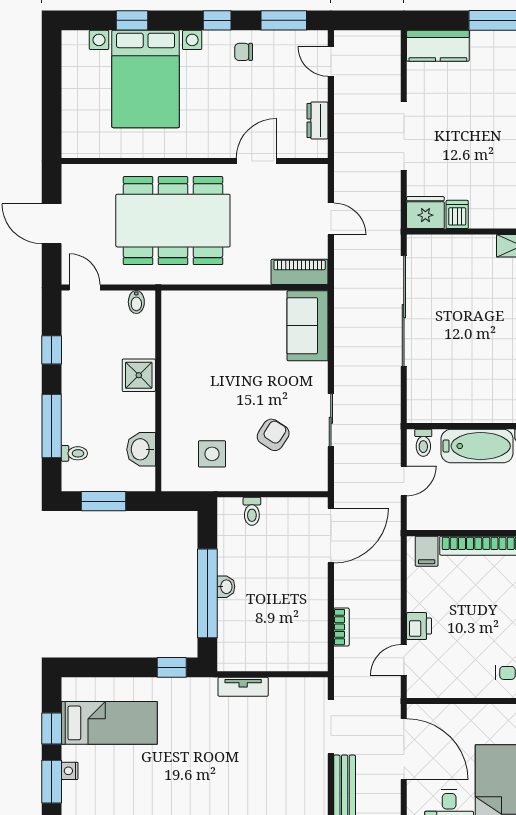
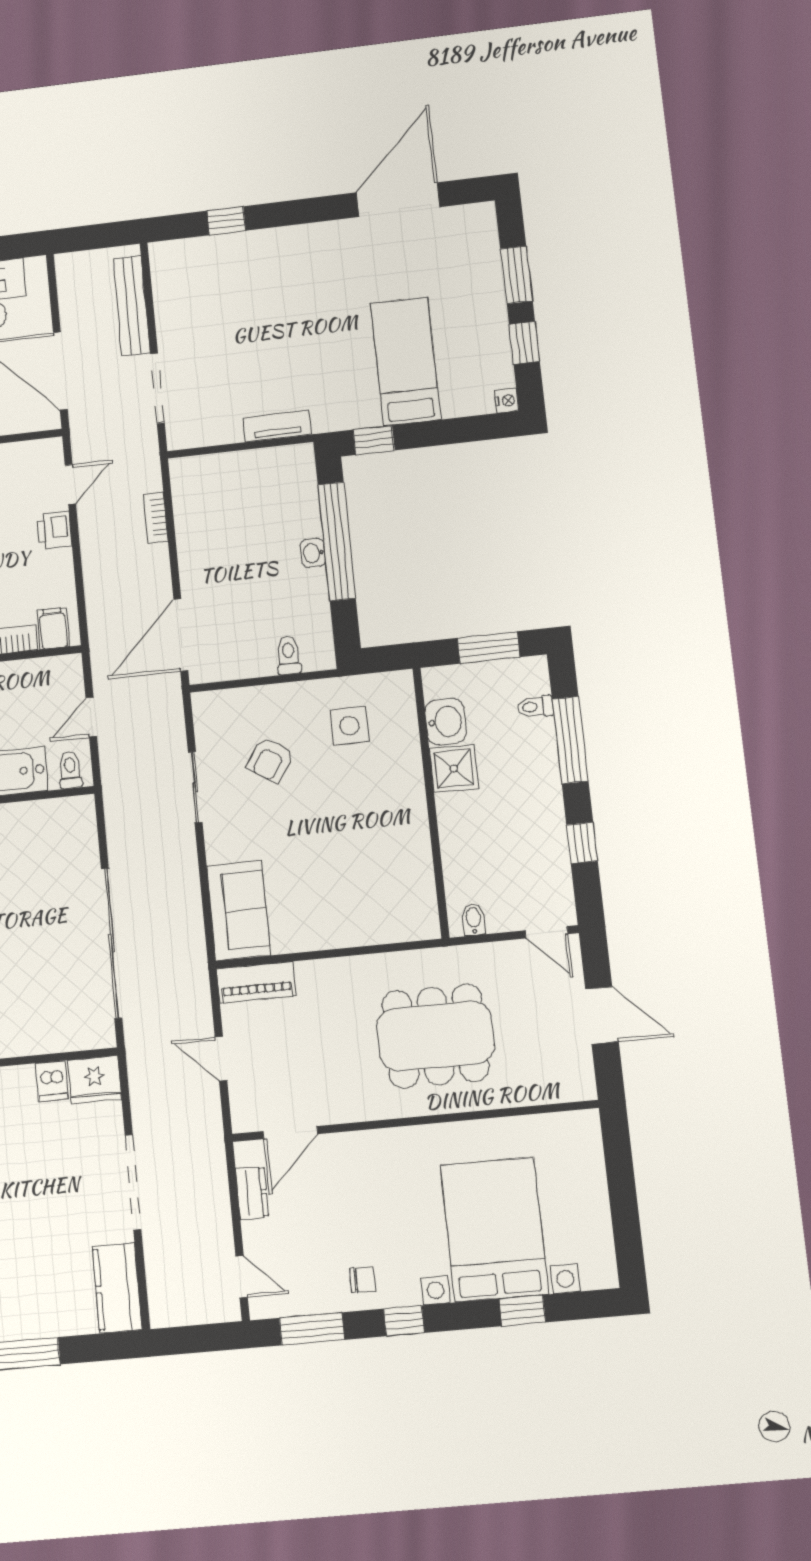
kitchen counter: (438, 46) -> (117, 1288), moved, turned -90
door: (256, 161) -> (290, 1133), moved
dining table: (173, 221) -> (435, 1036), width x0.73, depth x0.80
shower: (139, 375) -> (454, 768), moved
bed: (109, 723) -> (406, 361), moved, turned 90
nightstand: (70, 771) -> (507, 401), moved

